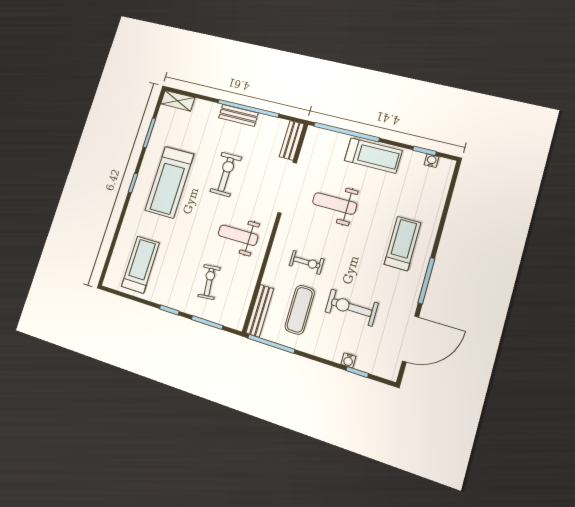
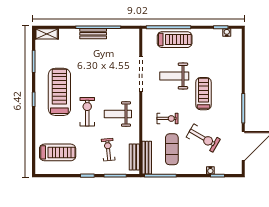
bench: (292, 140) -> (134, 157), moved
treadmill: (373, 156) -> (175, 40), moved
exercise bike: (226, 174) -> (87, 112), moved
treadmill: (169, 182) -> (59, 92), turned 180
treadmill: (402, 244) -> (203, 94), moved
treadmill: (140, 265) -> (58, 152), turned 90
exercise bike: (352, 308) -> (203, 138), turned -150

